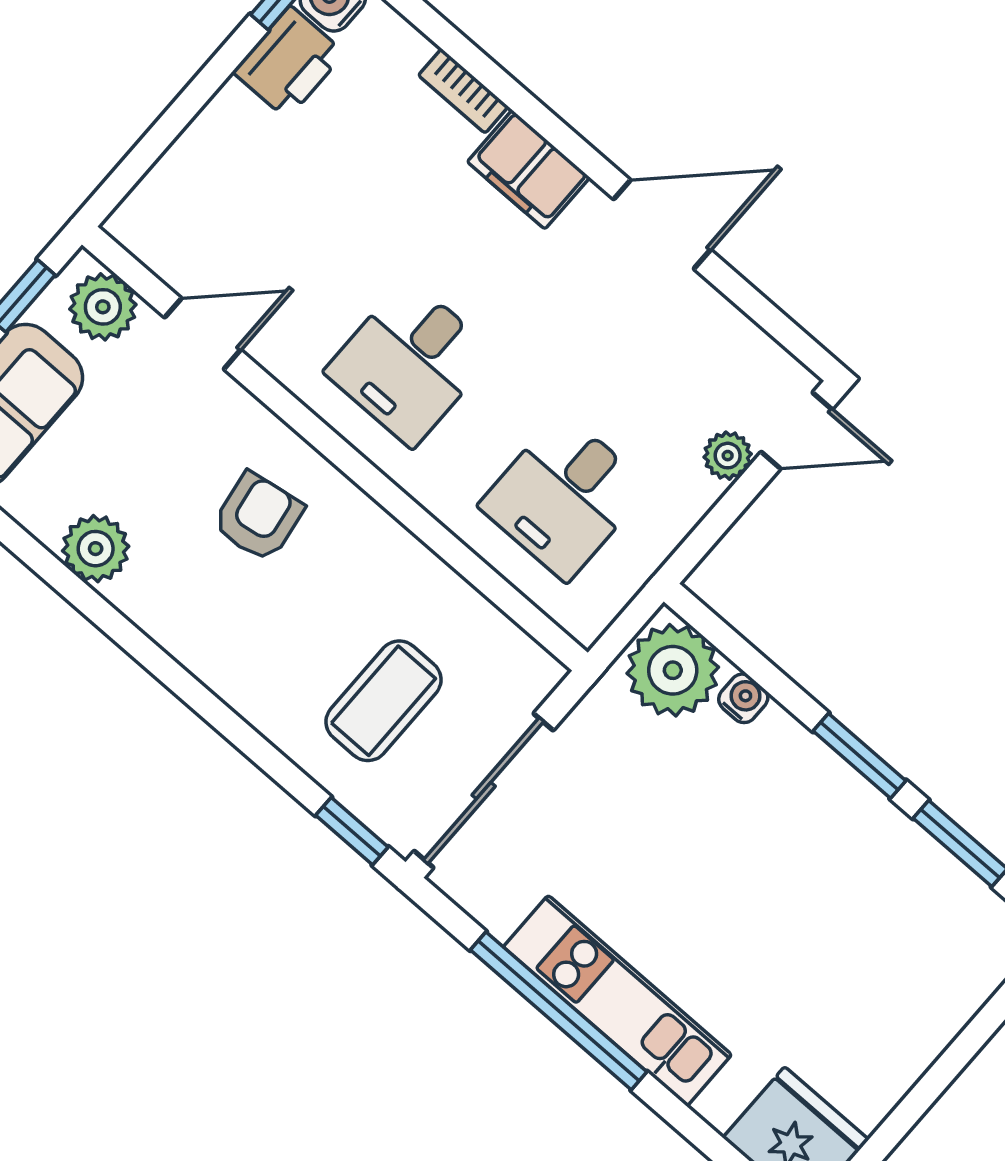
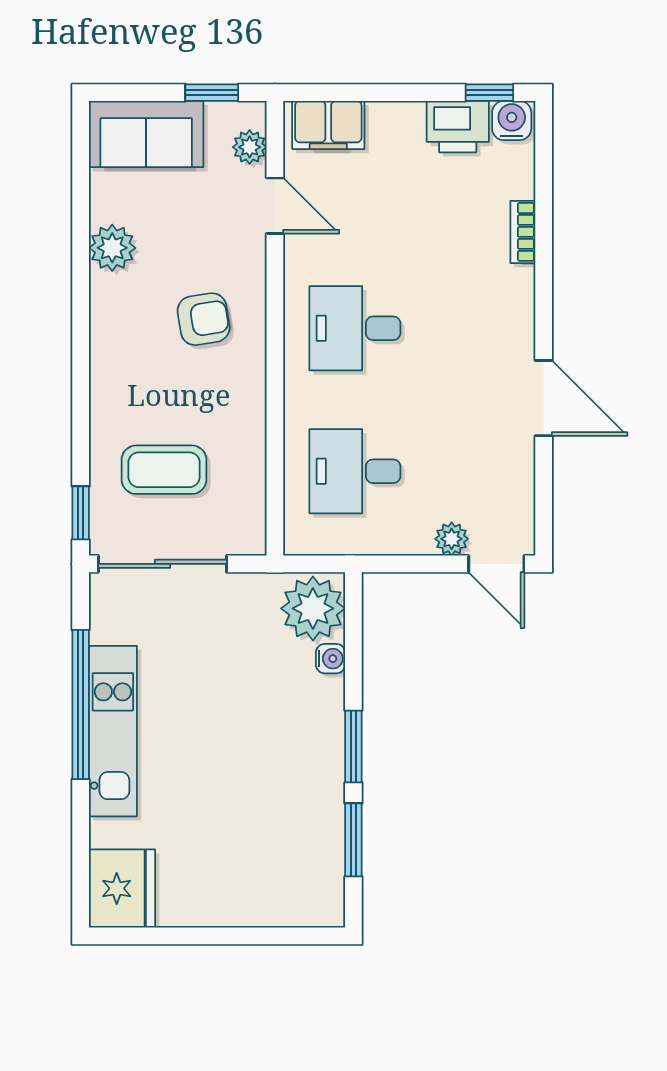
filing cabinet: (529, 170) -> (328, 125), moved, turned -90
plant: (103, 307) -> (250, 147), width x0.73, depth x0.73

